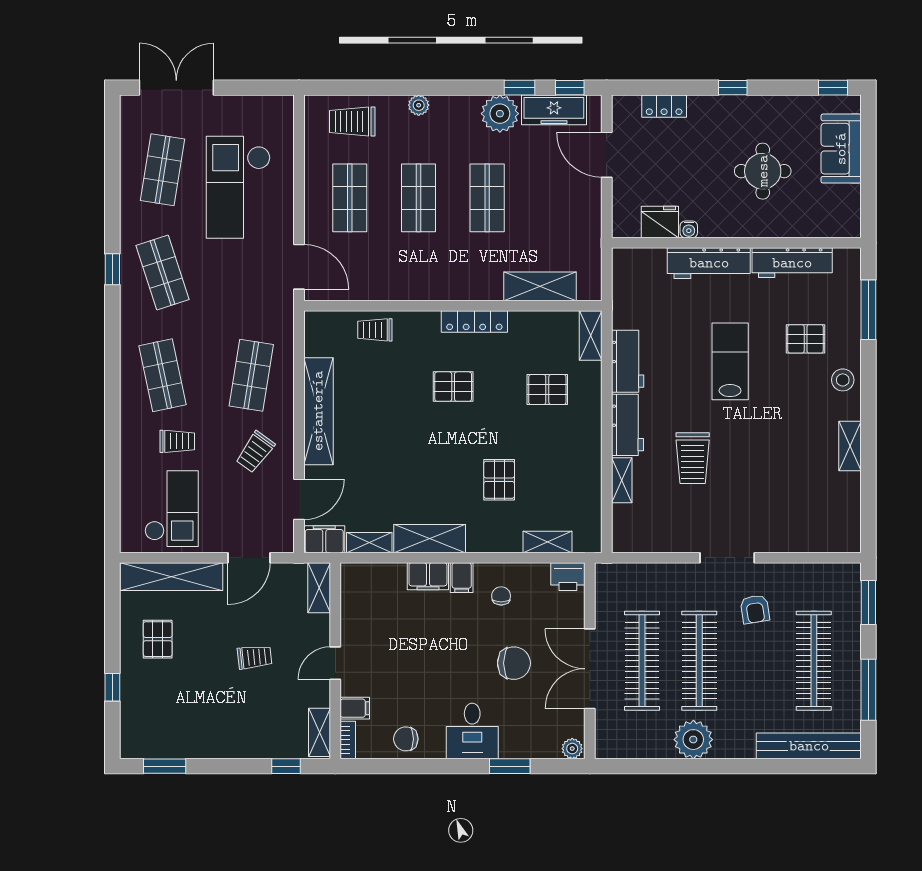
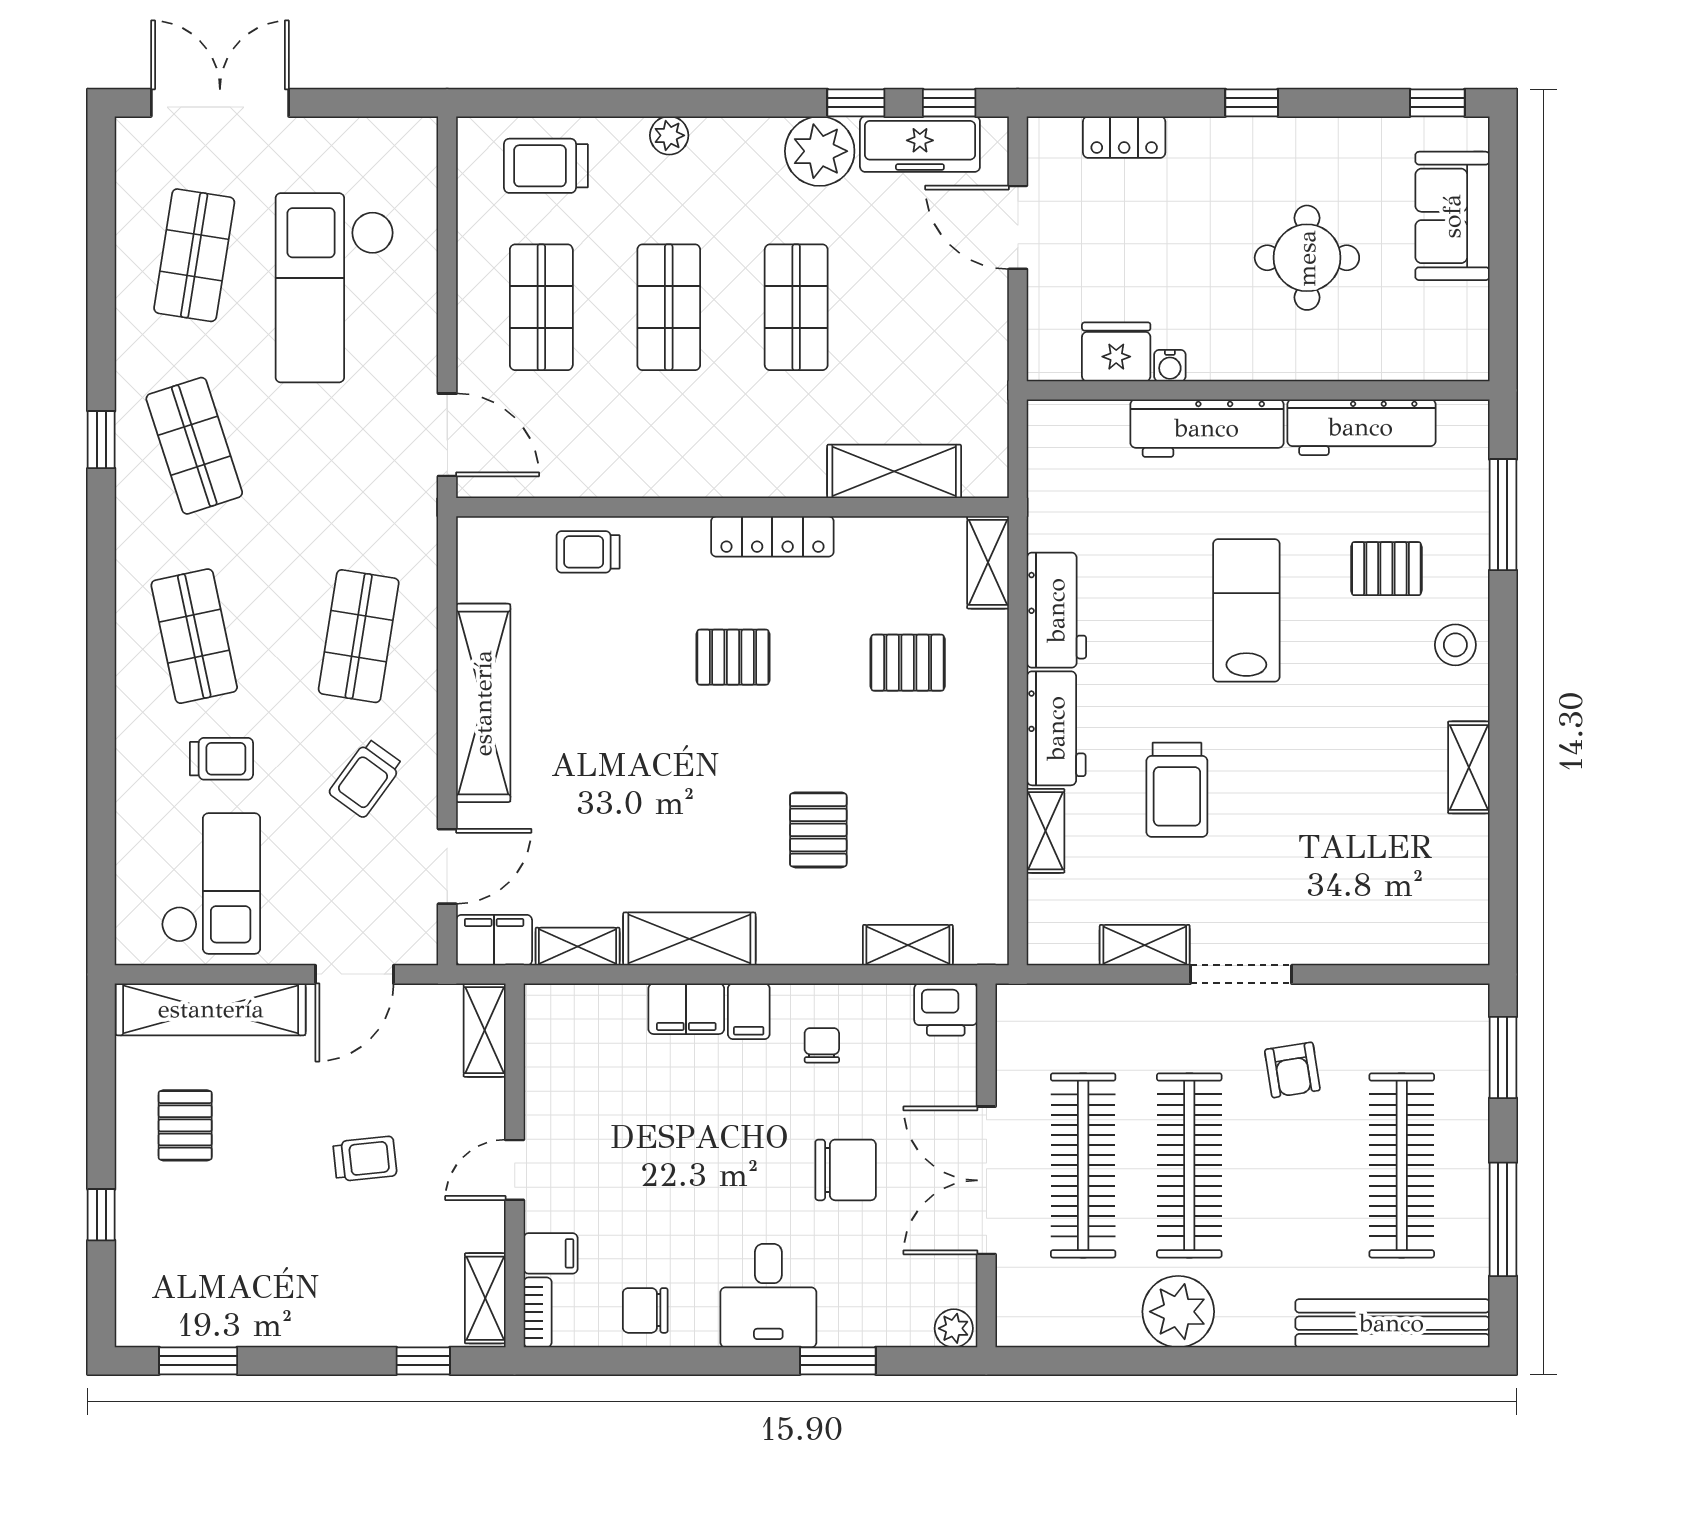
shelving: (675, 542) -> (1145, 945), added

